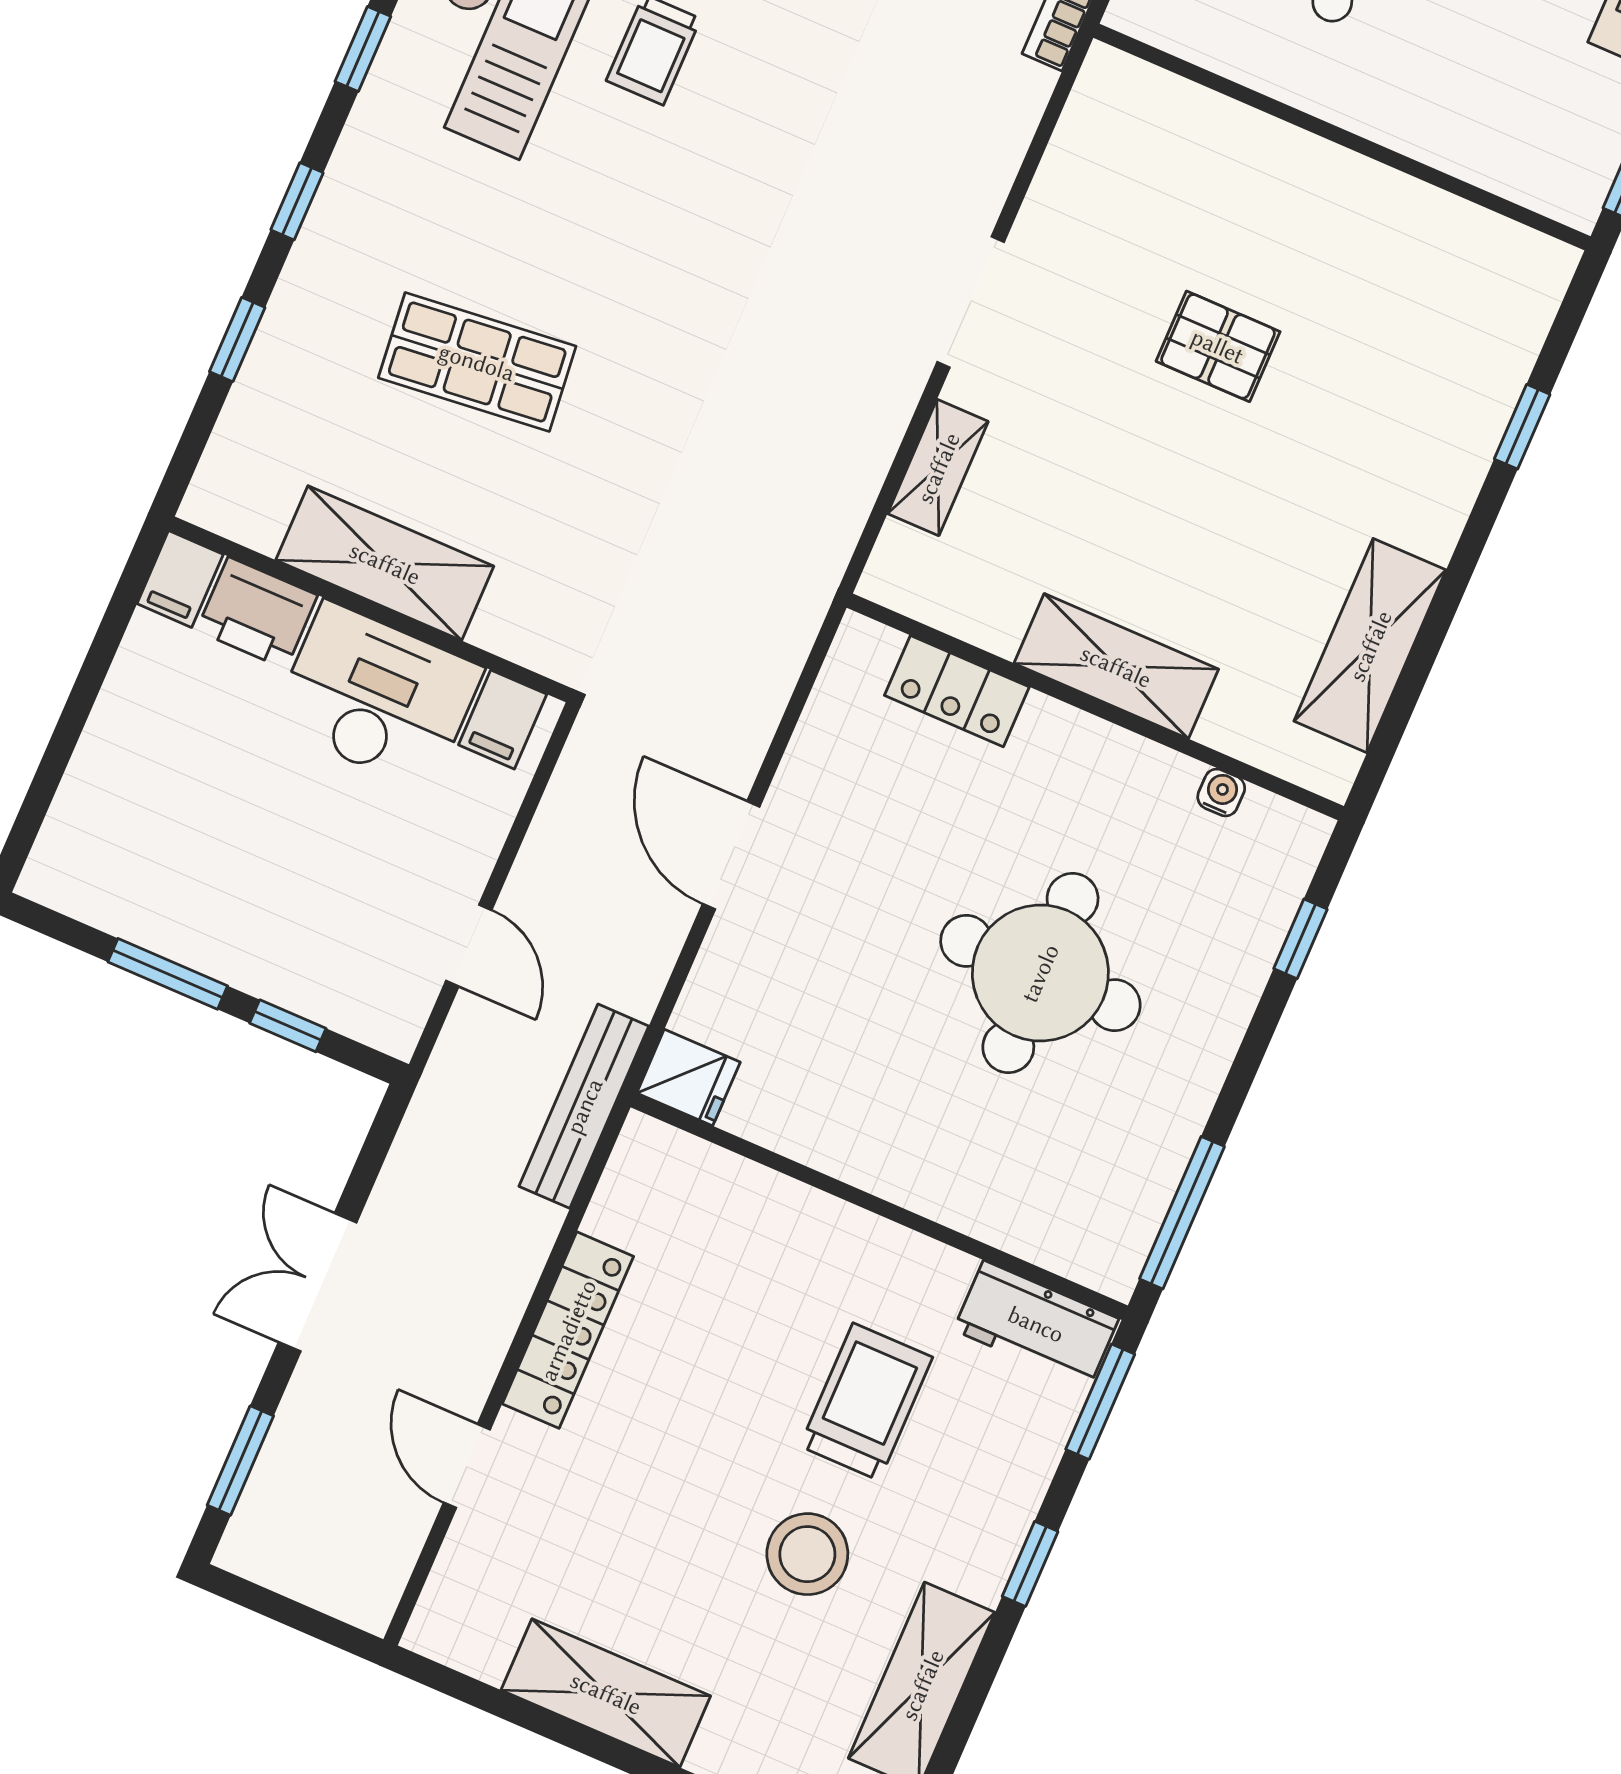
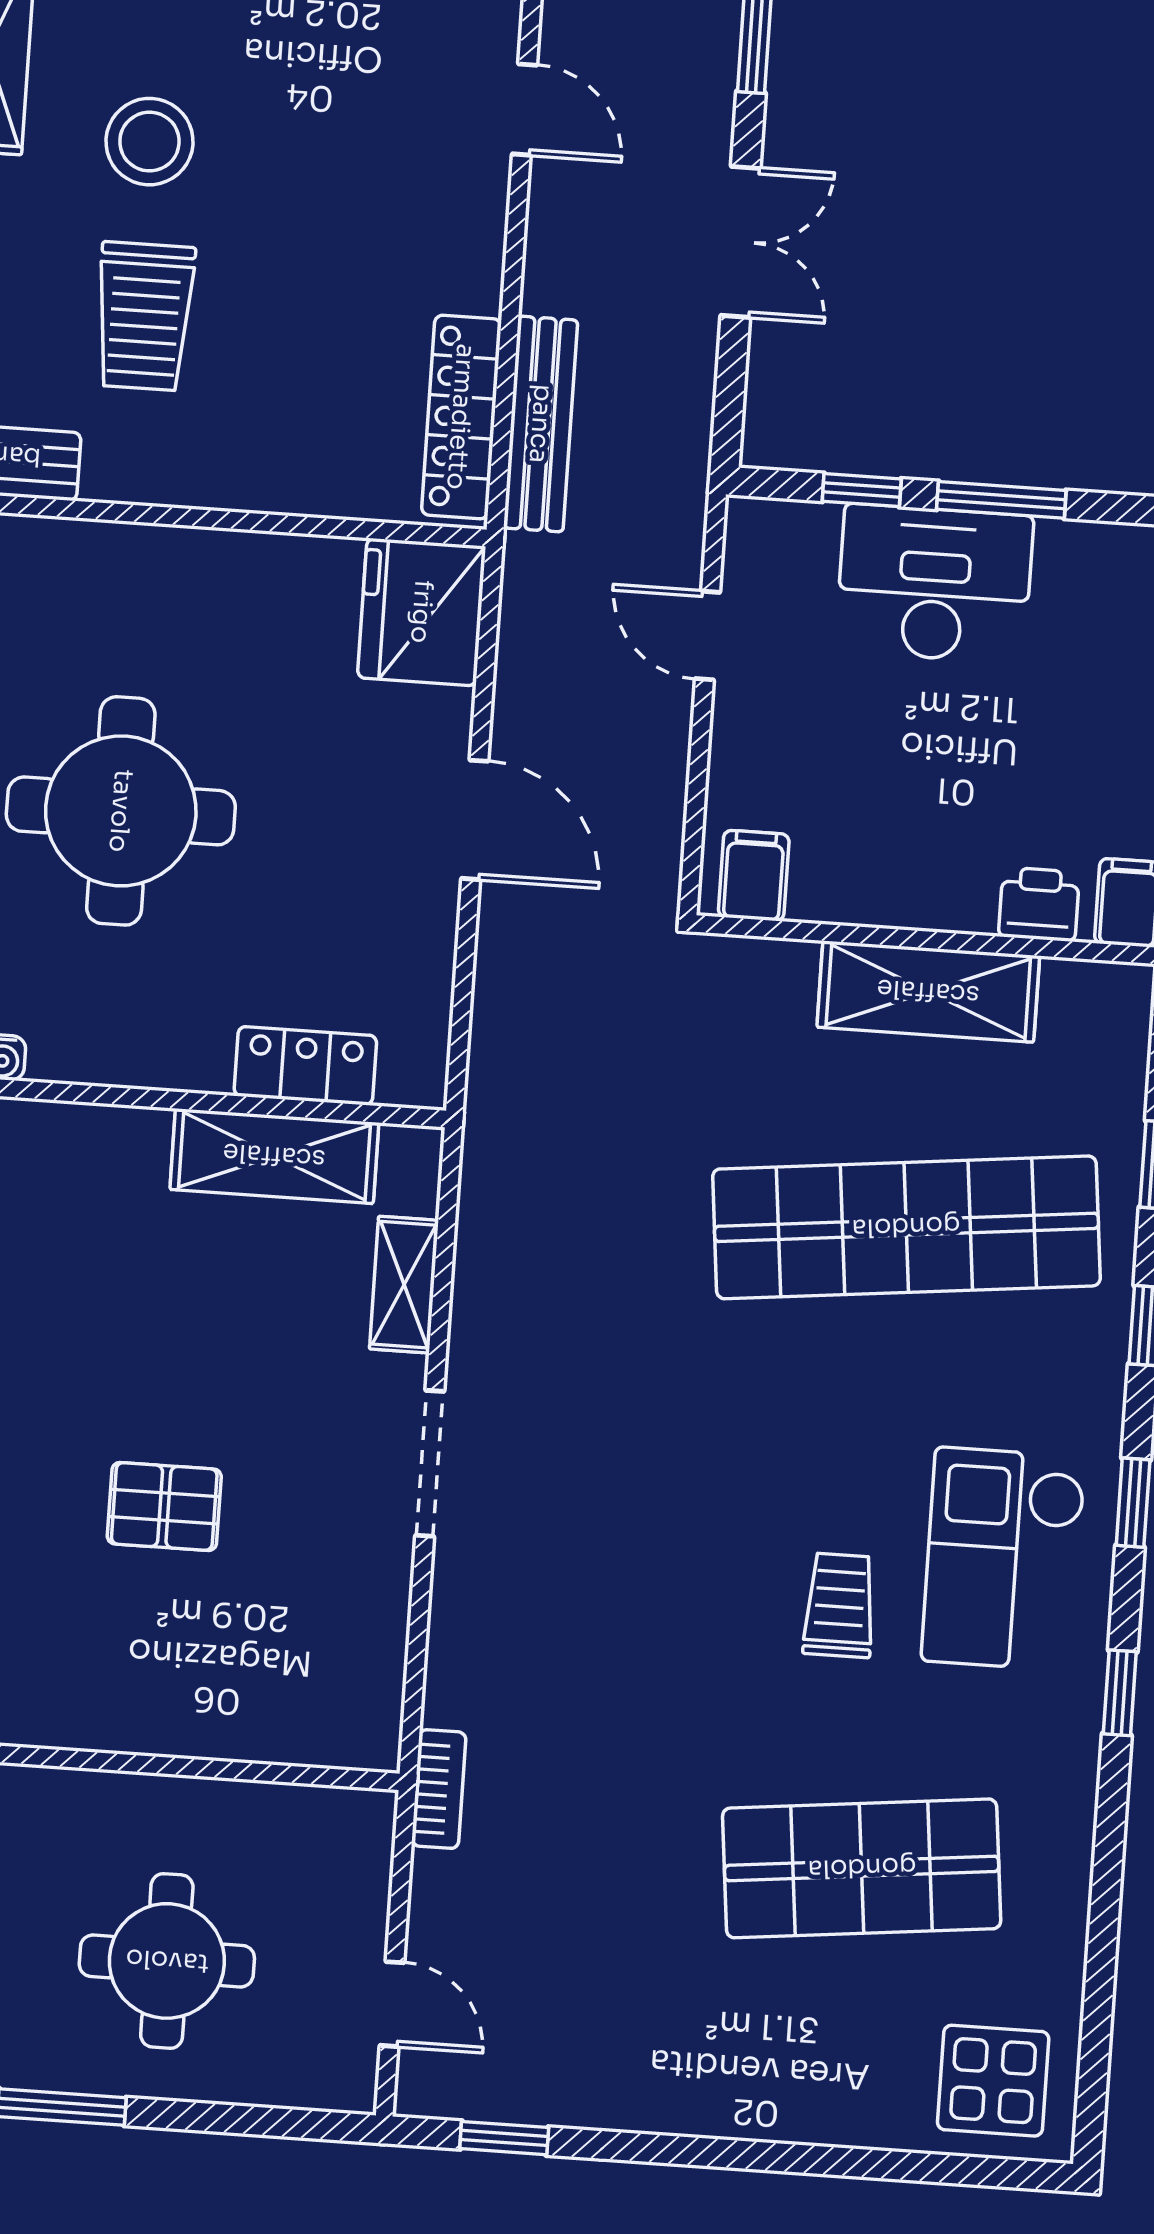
shop shelf: (477, 362) -> (906, 1227), width x2.00, depth x1.36
printer: (257, 613) -> (1039, 904), width x0.73, depth x0.81
shelving: (1116, 666) -> (274, 1156), moved
desk: (377, 697) -> (934, 584), moved, turned 180
fridge: (688, 1078) -> (422, 612), width x1.88, depth x1.34
bench: (584, 1106) -> (541, 424), moved
locker: (568, 1330) -> (461, 417), moved

